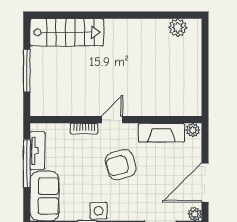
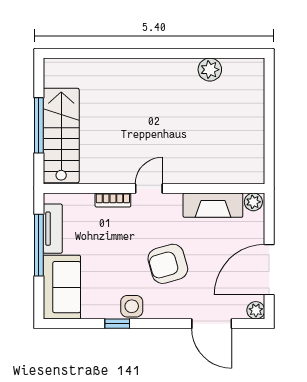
plant: (178, 28) -> (210, 70), moved
stairs: (67, 32) -> (61, 135), moved, turned -90
armchair: (121, 165) -> (168, 264), moved

